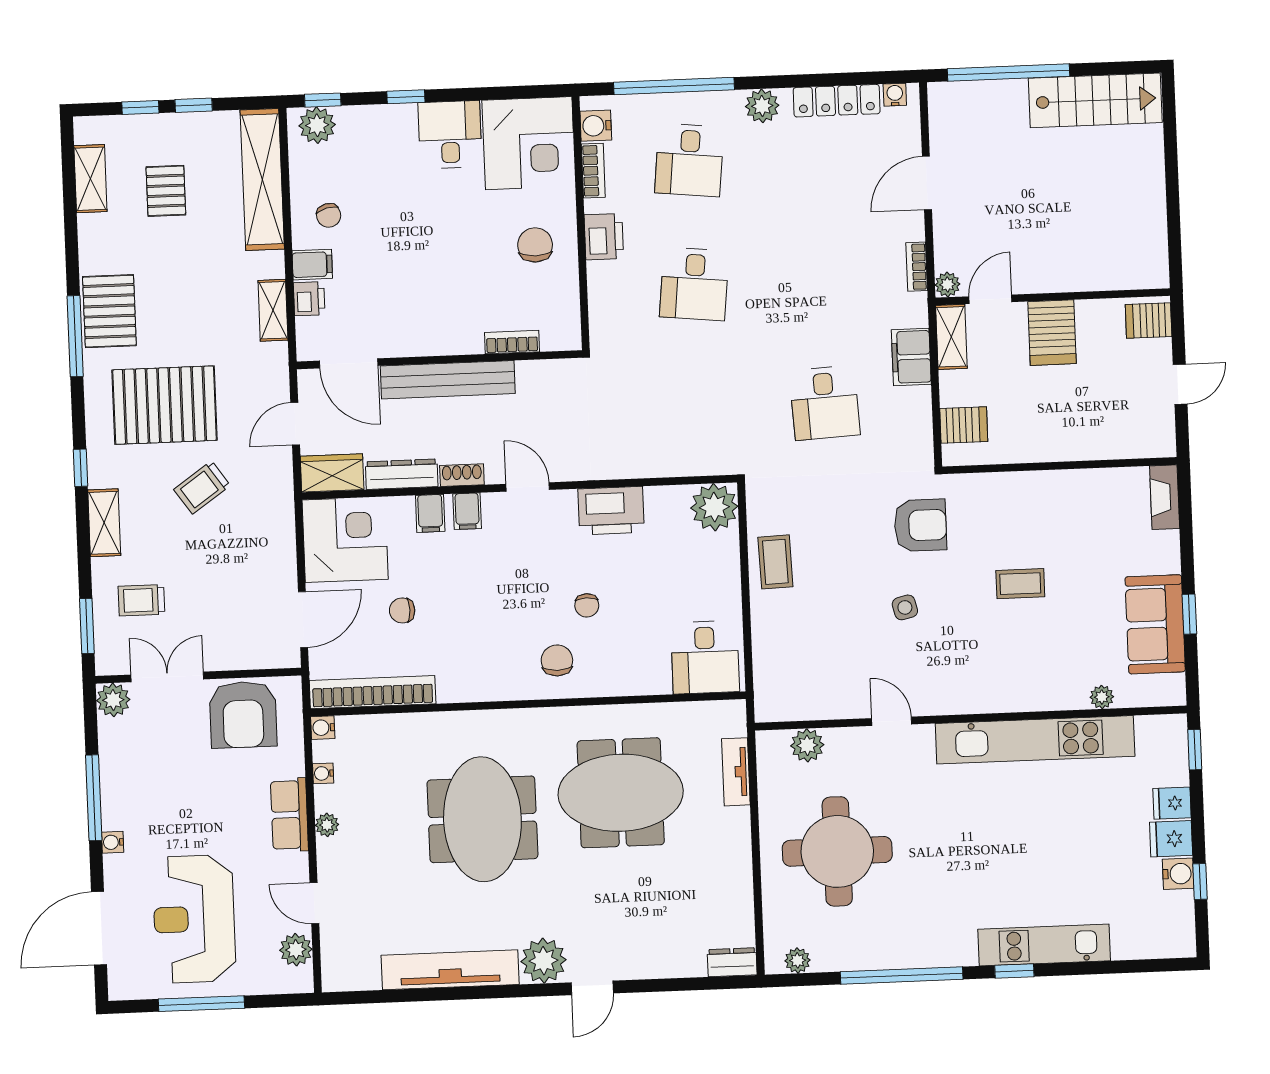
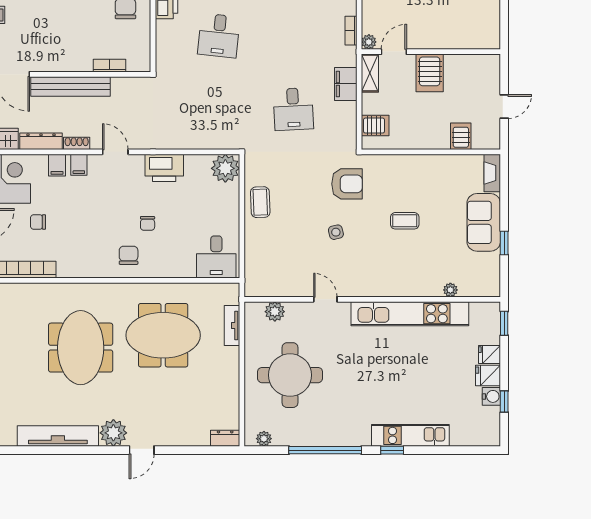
server rack: (1149, 321) -> (461, 136), moved, turned 90
sofa: (1155, 624) -> (484, 222), moved

